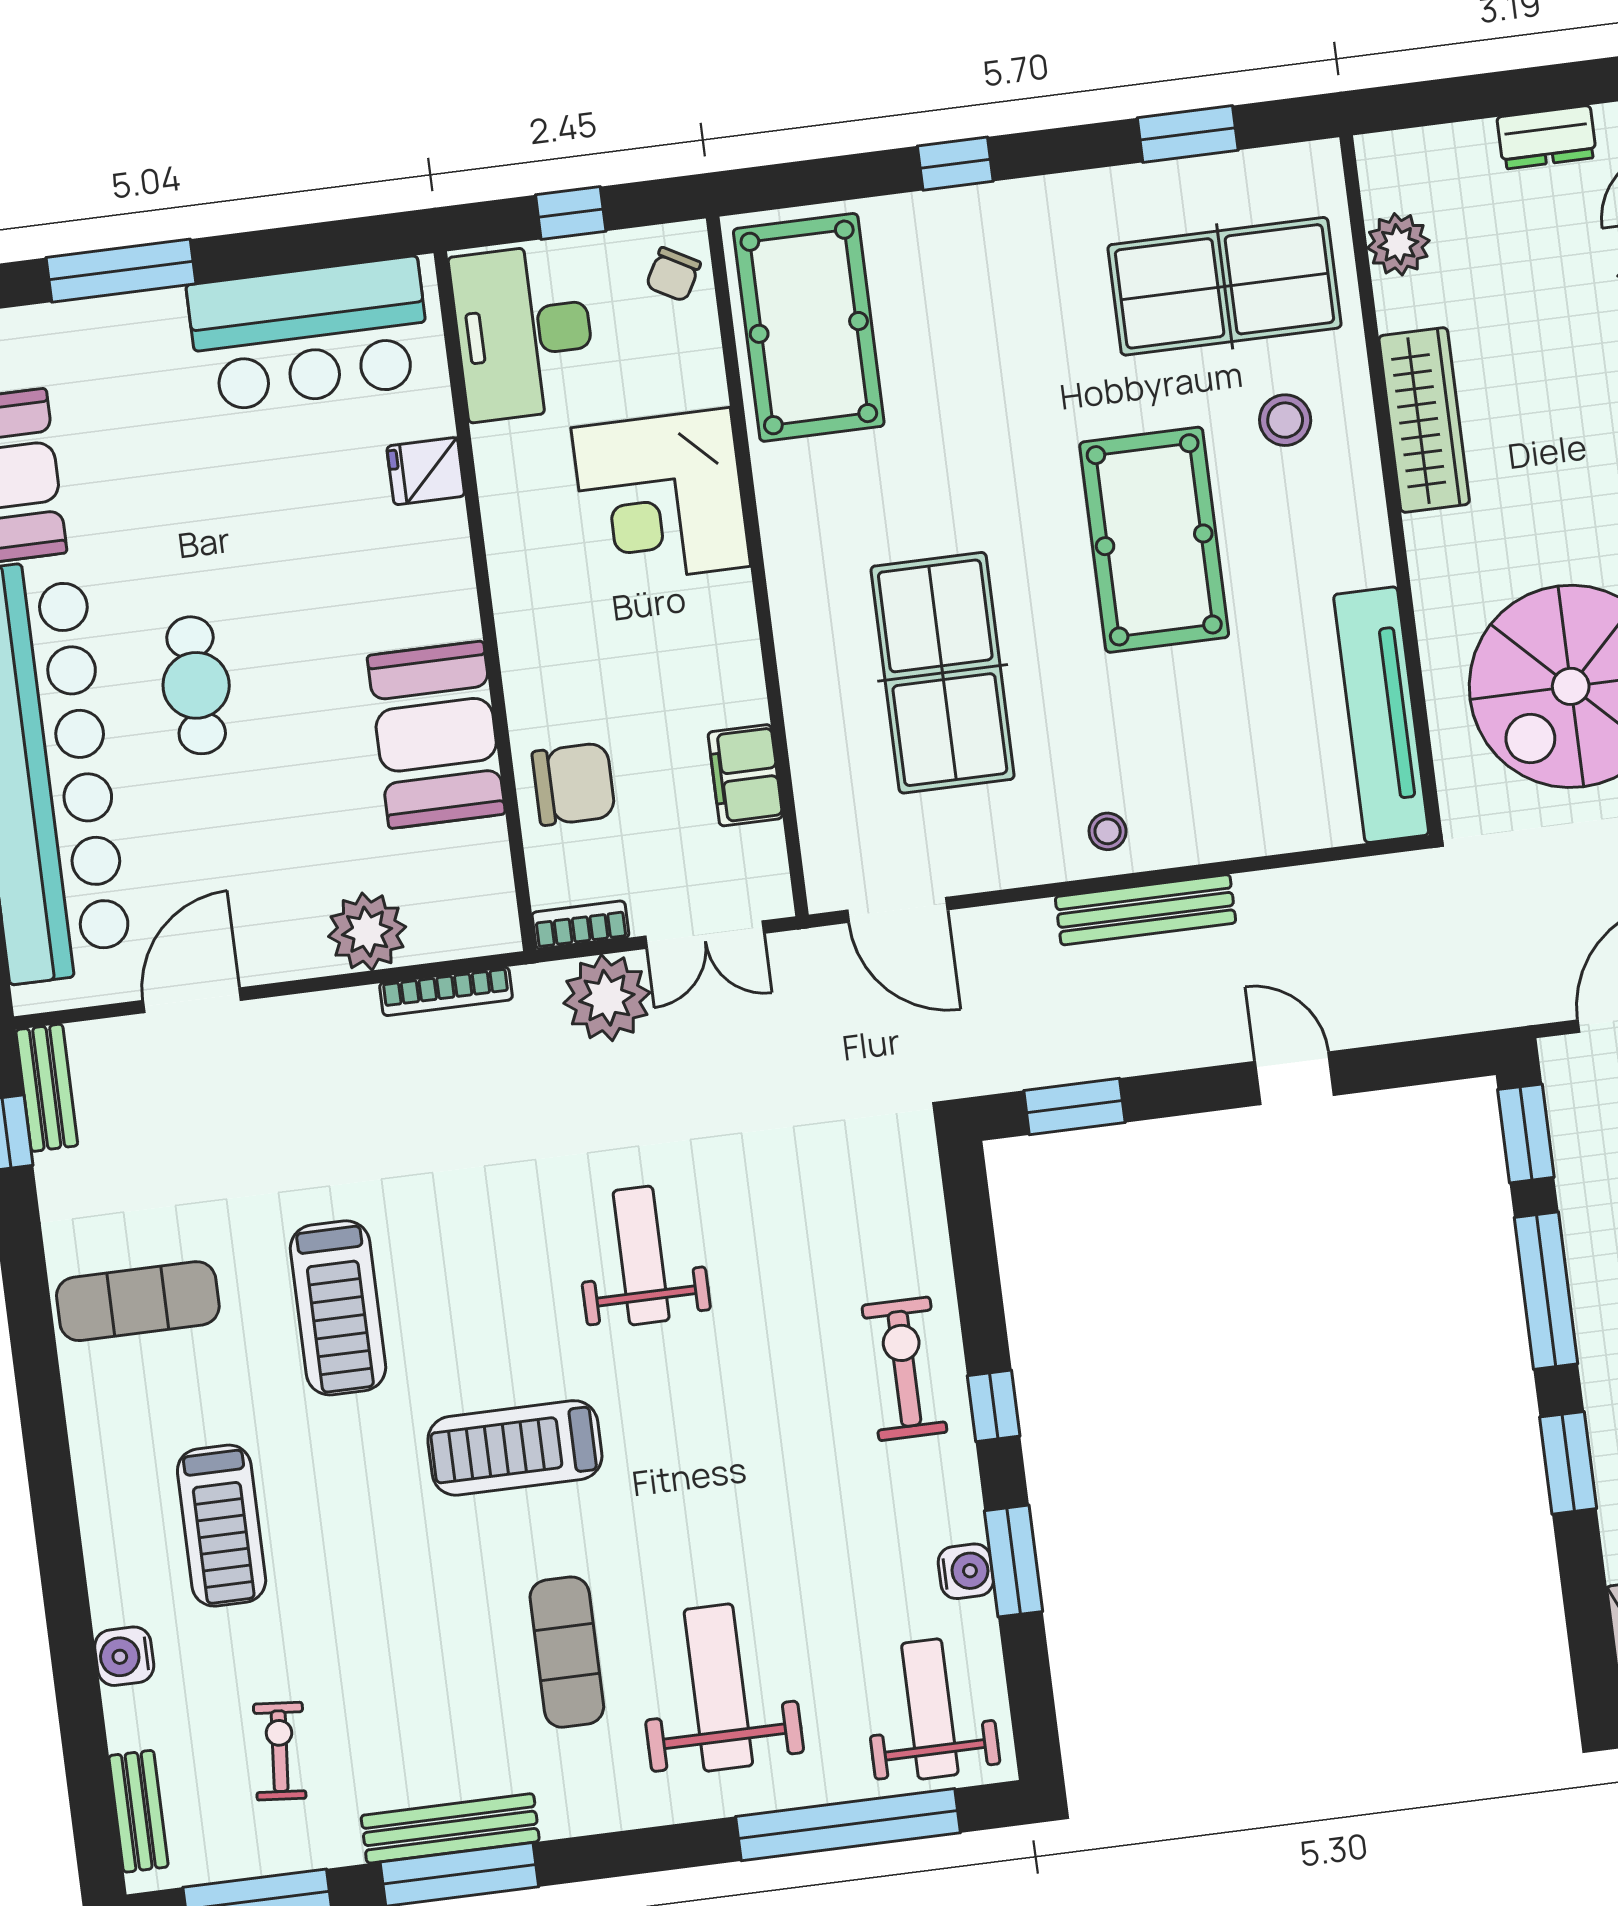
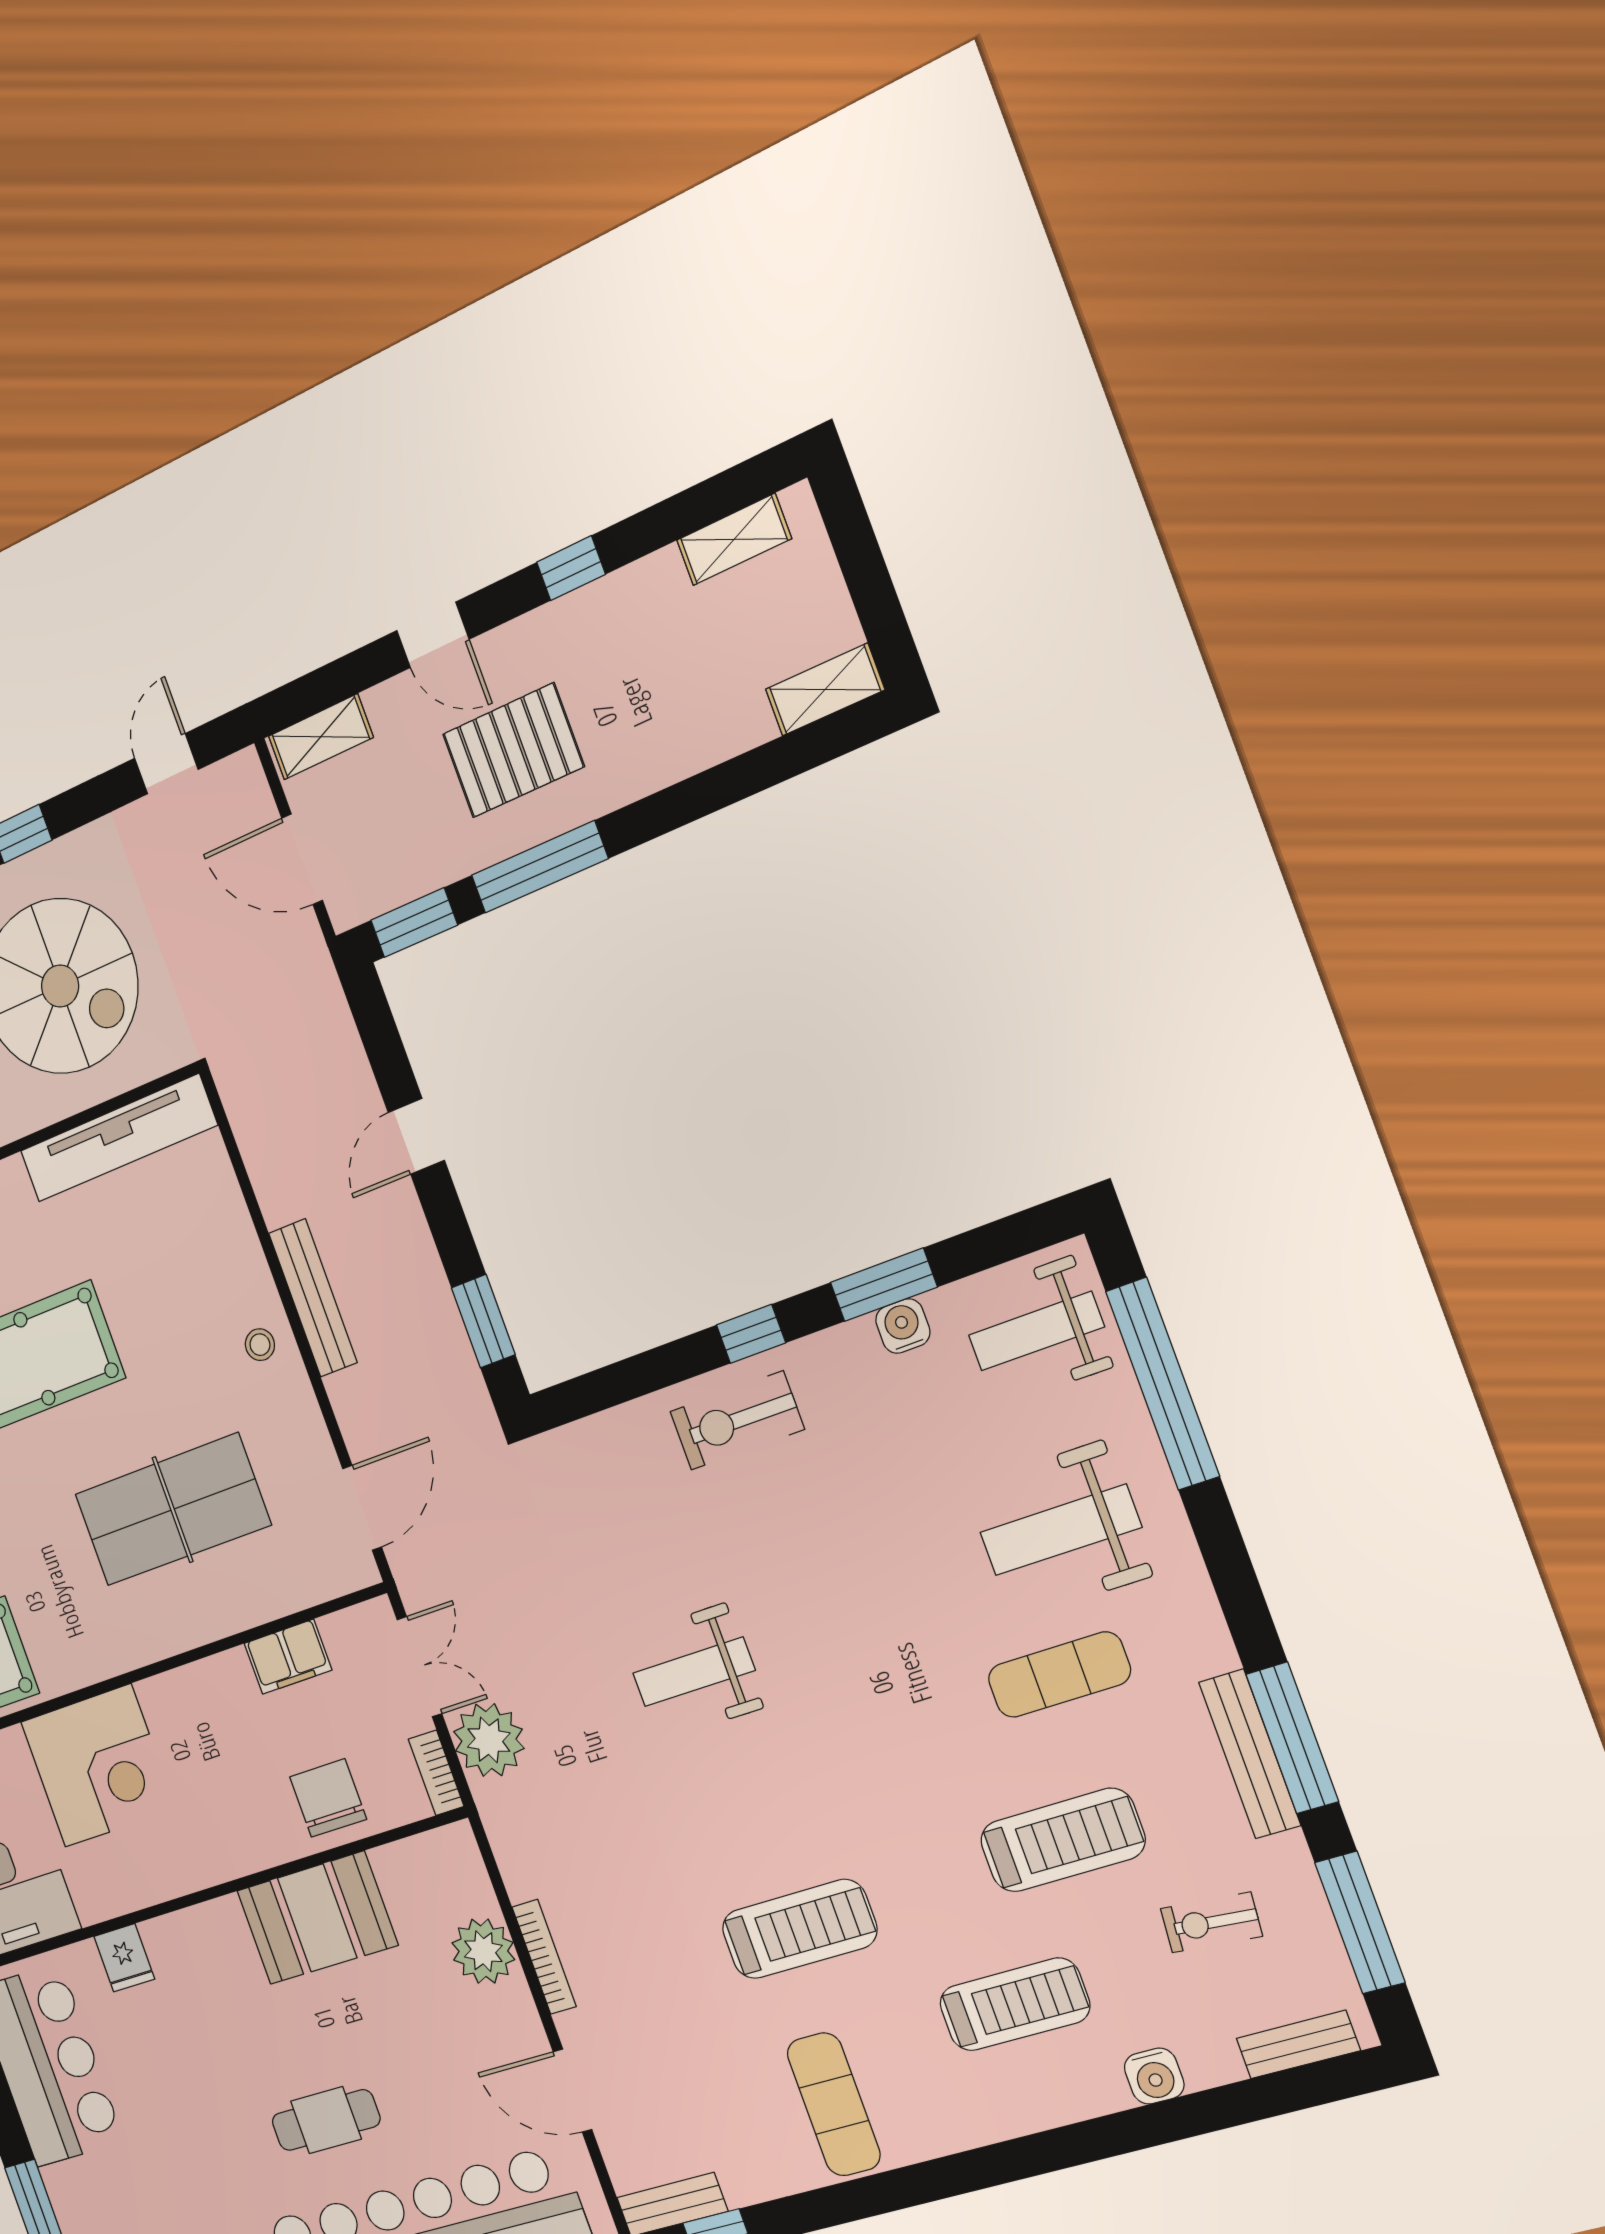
bookcase: (446, 991) -> (544, 1957), moved
treadmill: (515, 1448) -> (1063, 1840), moved, turned -90
window: (1568, 1463) -> (682, 804), removed

